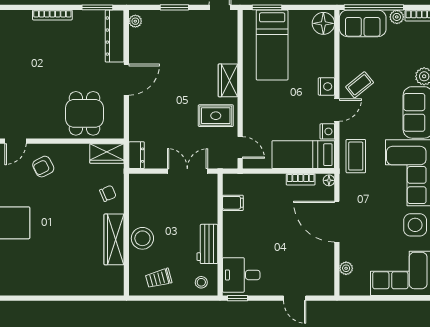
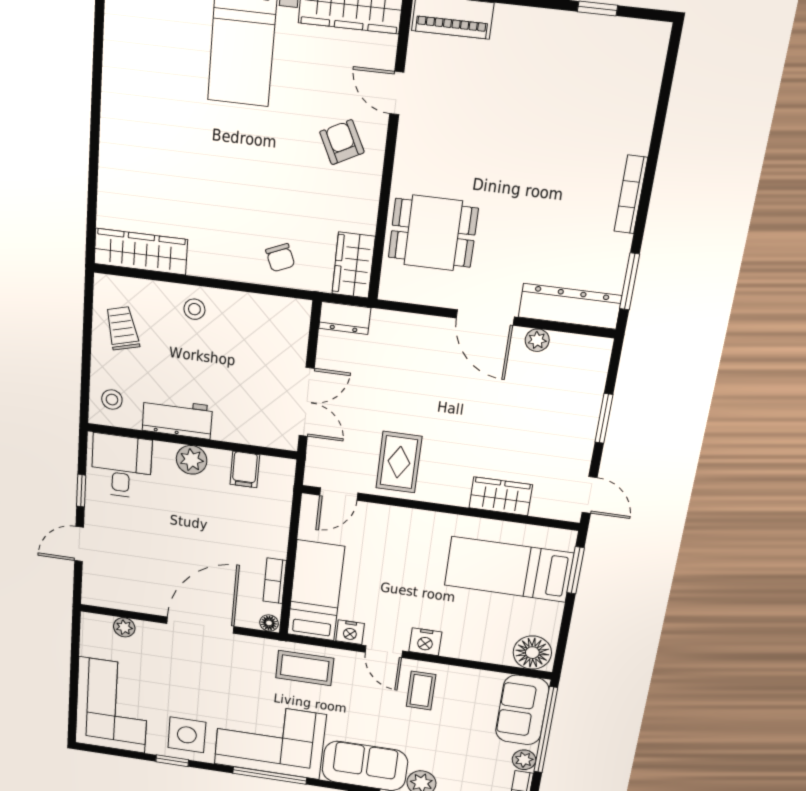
plant: (135, 21) -> (537, 340), moved
wardrobe: (228, 80) -> (501, 496), moved
coffee table: (360, 85) -> (421, 691), turned 39
plant: (231, 234) -> (192, 460), added
stool: (142, 238) -> (194, 309), width x0.53, depth x0.53
wardrobe: (114, 239) -> (141, 252), moved
window: (238, 298) -> (81, 491), moved

